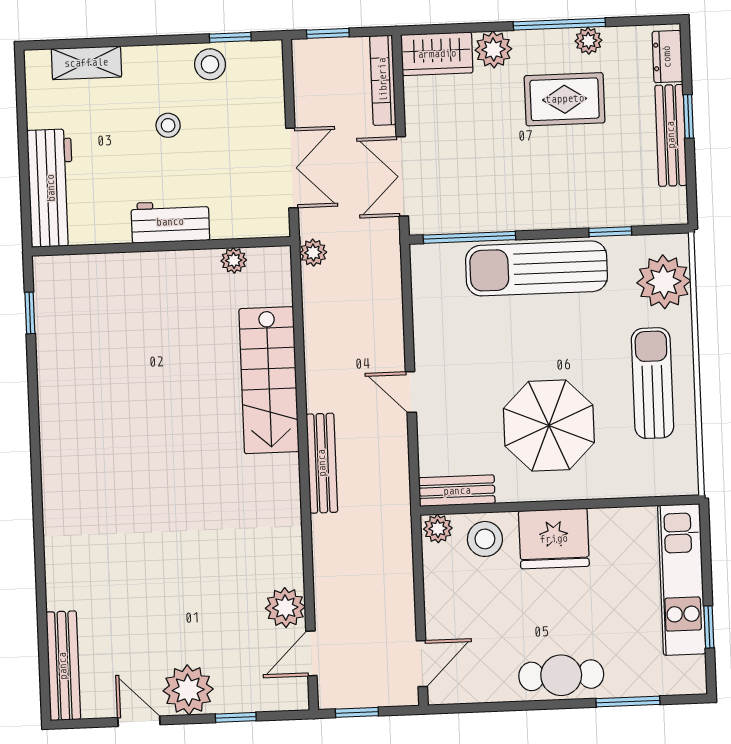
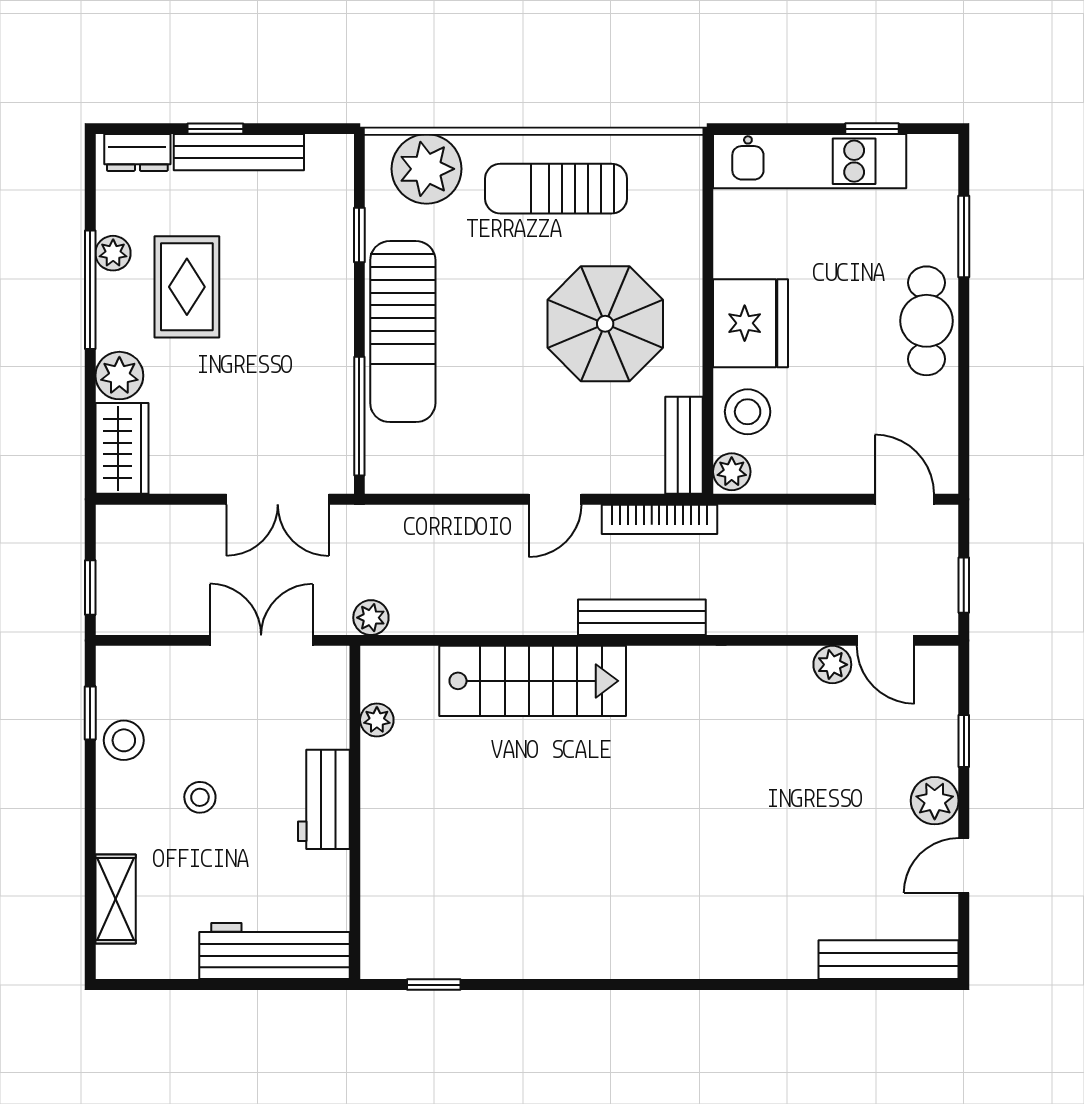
bookcase: (383, 80) -> (659, 519), moved
plant: (285, 608) -> (832, 665), width x0.73, depth x0.73
plant: (188, 690) -> (935, 801), width x0.73, depth x0.73

